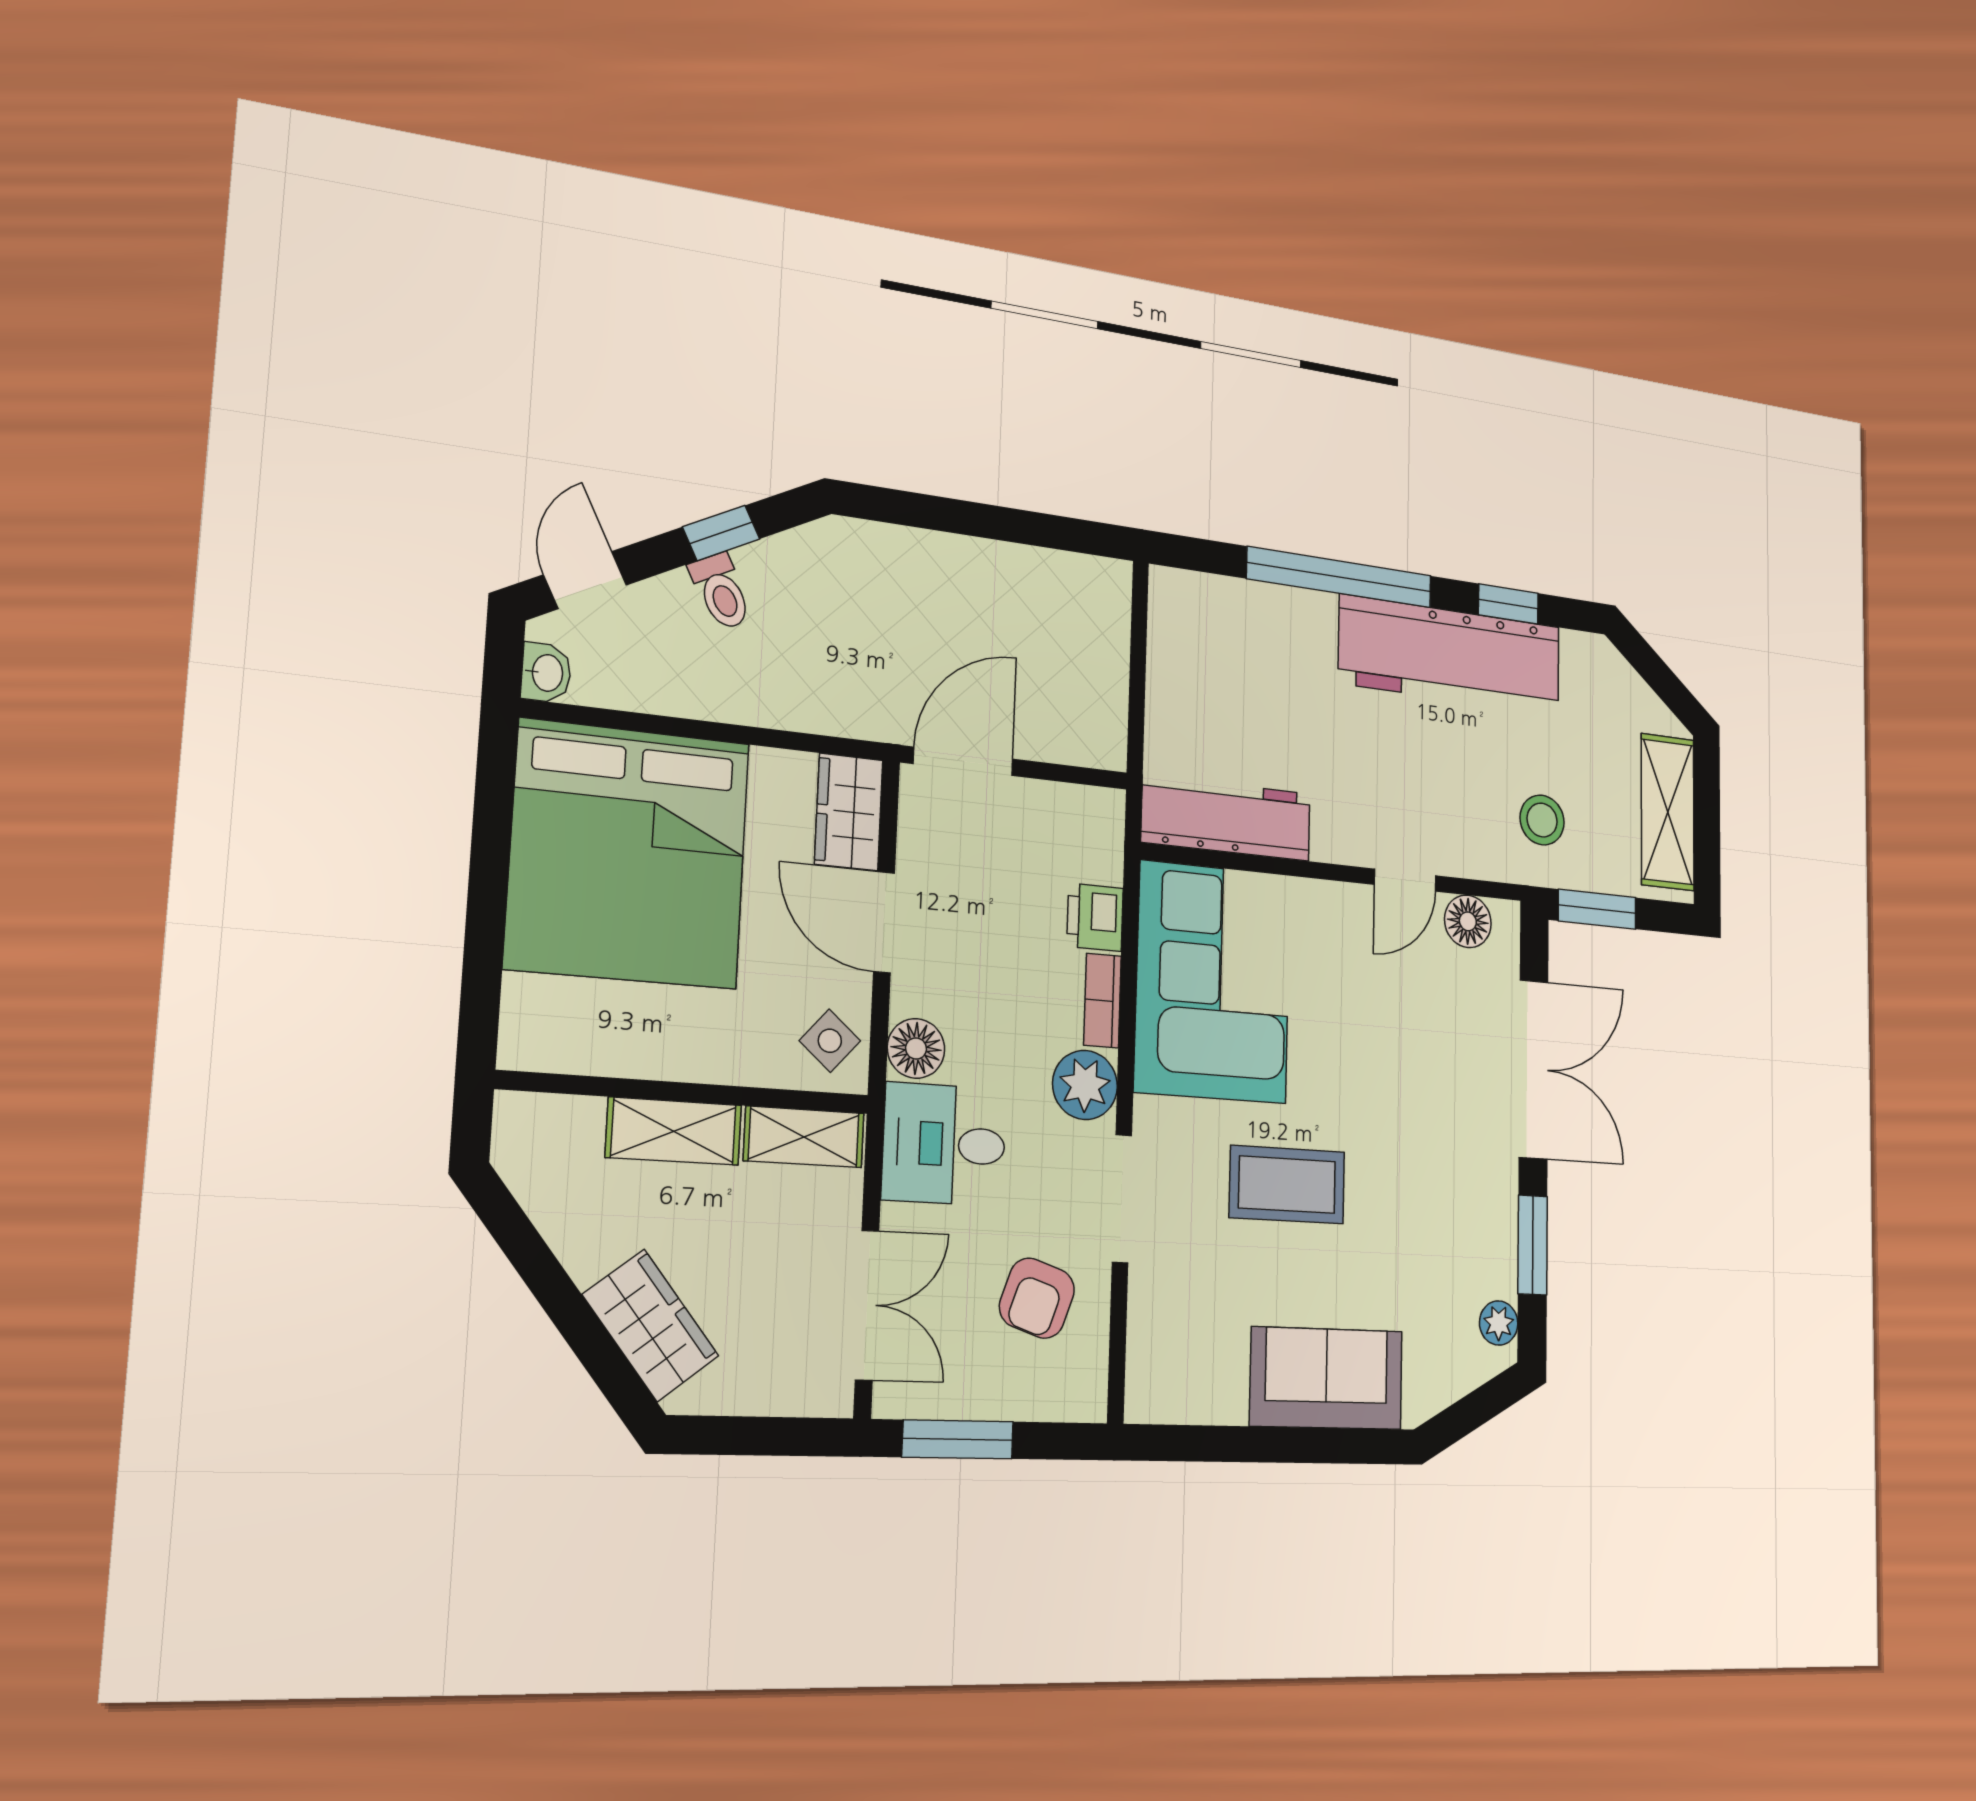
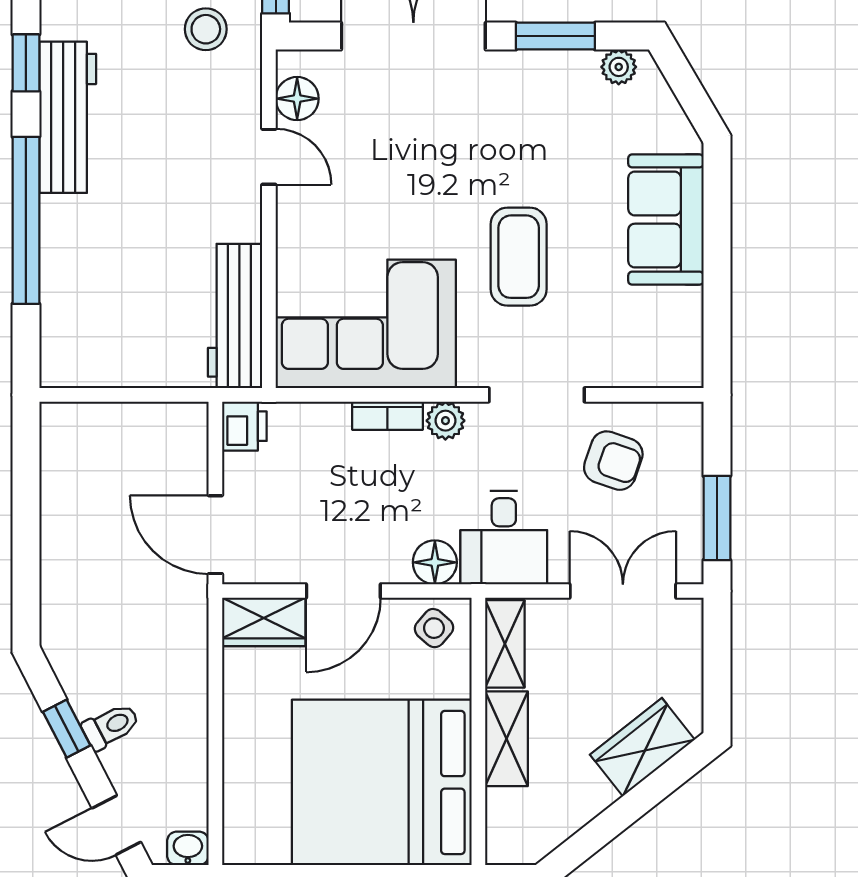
workbench: (1450, 655) -> (68, 117), width x0.73, depth x0.76
bed: (628, 854) -> (382, 782), moved, turned 180
printer: (1095, 917) -> (244, 426), moved, turned -90
plant: (1085, 1085) -> (445, 421), width x0.73, depth x0.73

